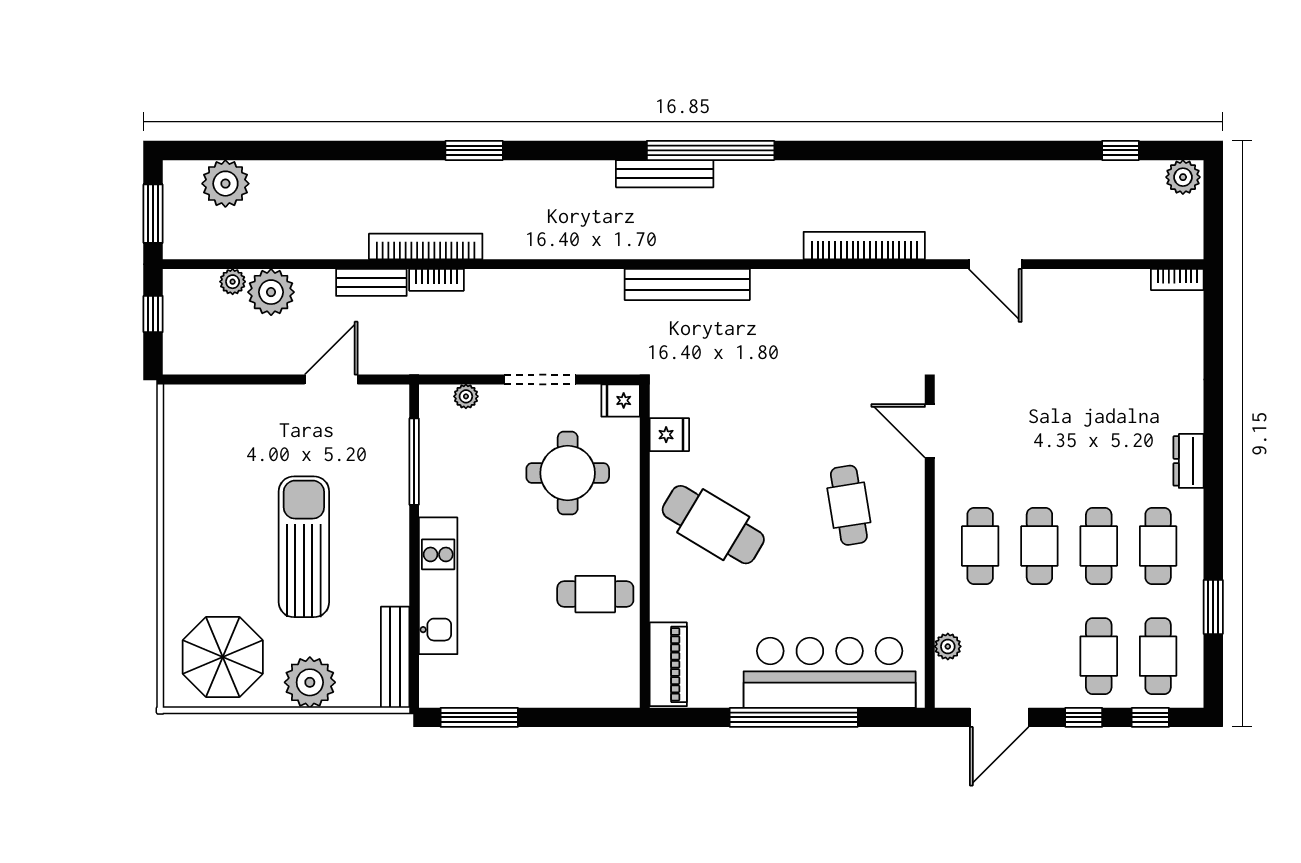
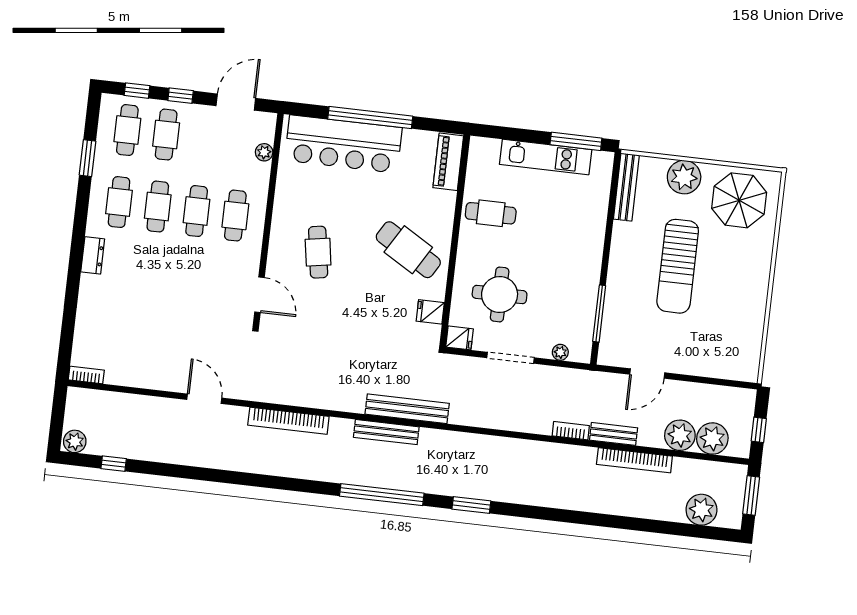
window: (474, 150) -> (471, 505), moved
bench: (665, 174) -> (386, 432), moved
bookcase: (426, 246) -> (634, 460), moved
plant: (233, 282) -> (712, 439), width x1.88, depth x1.88
kitchen unit: (438, 586) -> (546, 157), moved, turned -90

